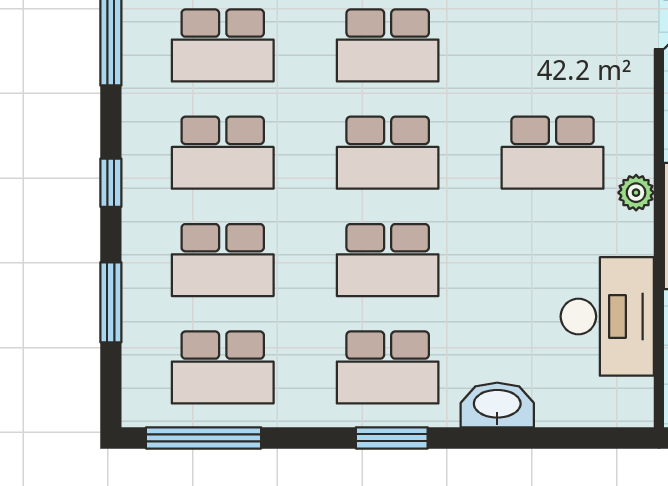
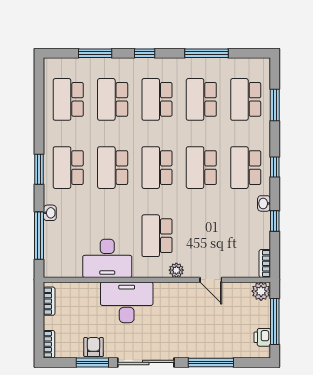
plant: (636, 193) -> (176, 270), moved
desk: (607, 316) -> (107, 258), moved
washbasin: (497, 405) -> (50, 213), width x0.52, depth x0.69
window: (204, 438) -> (39, 236), moved

